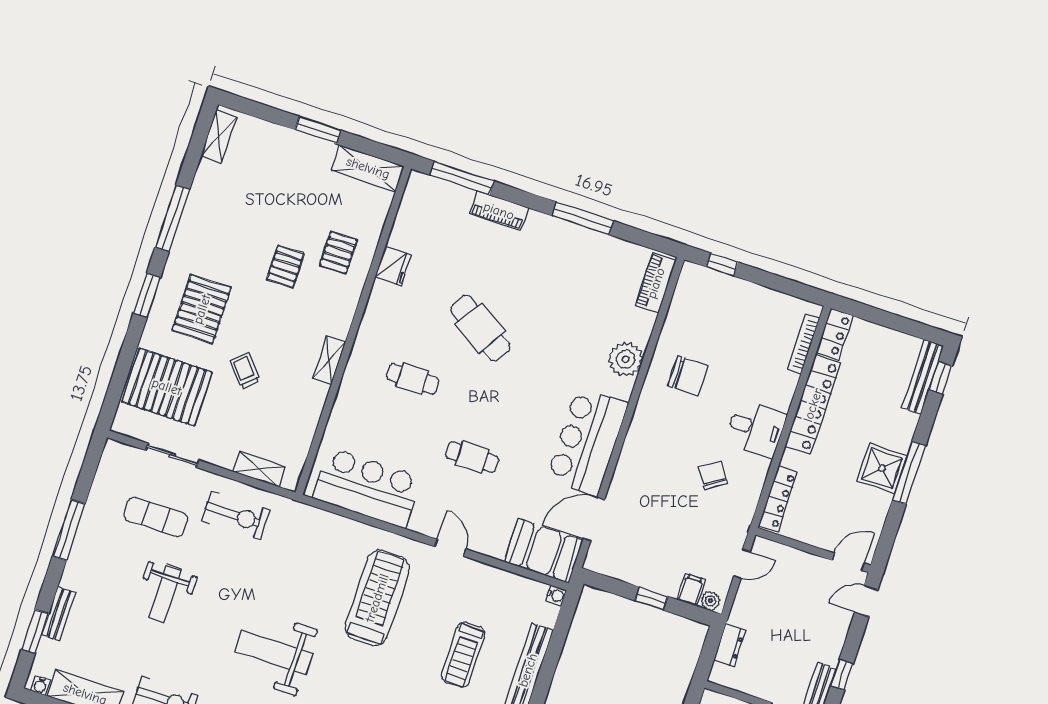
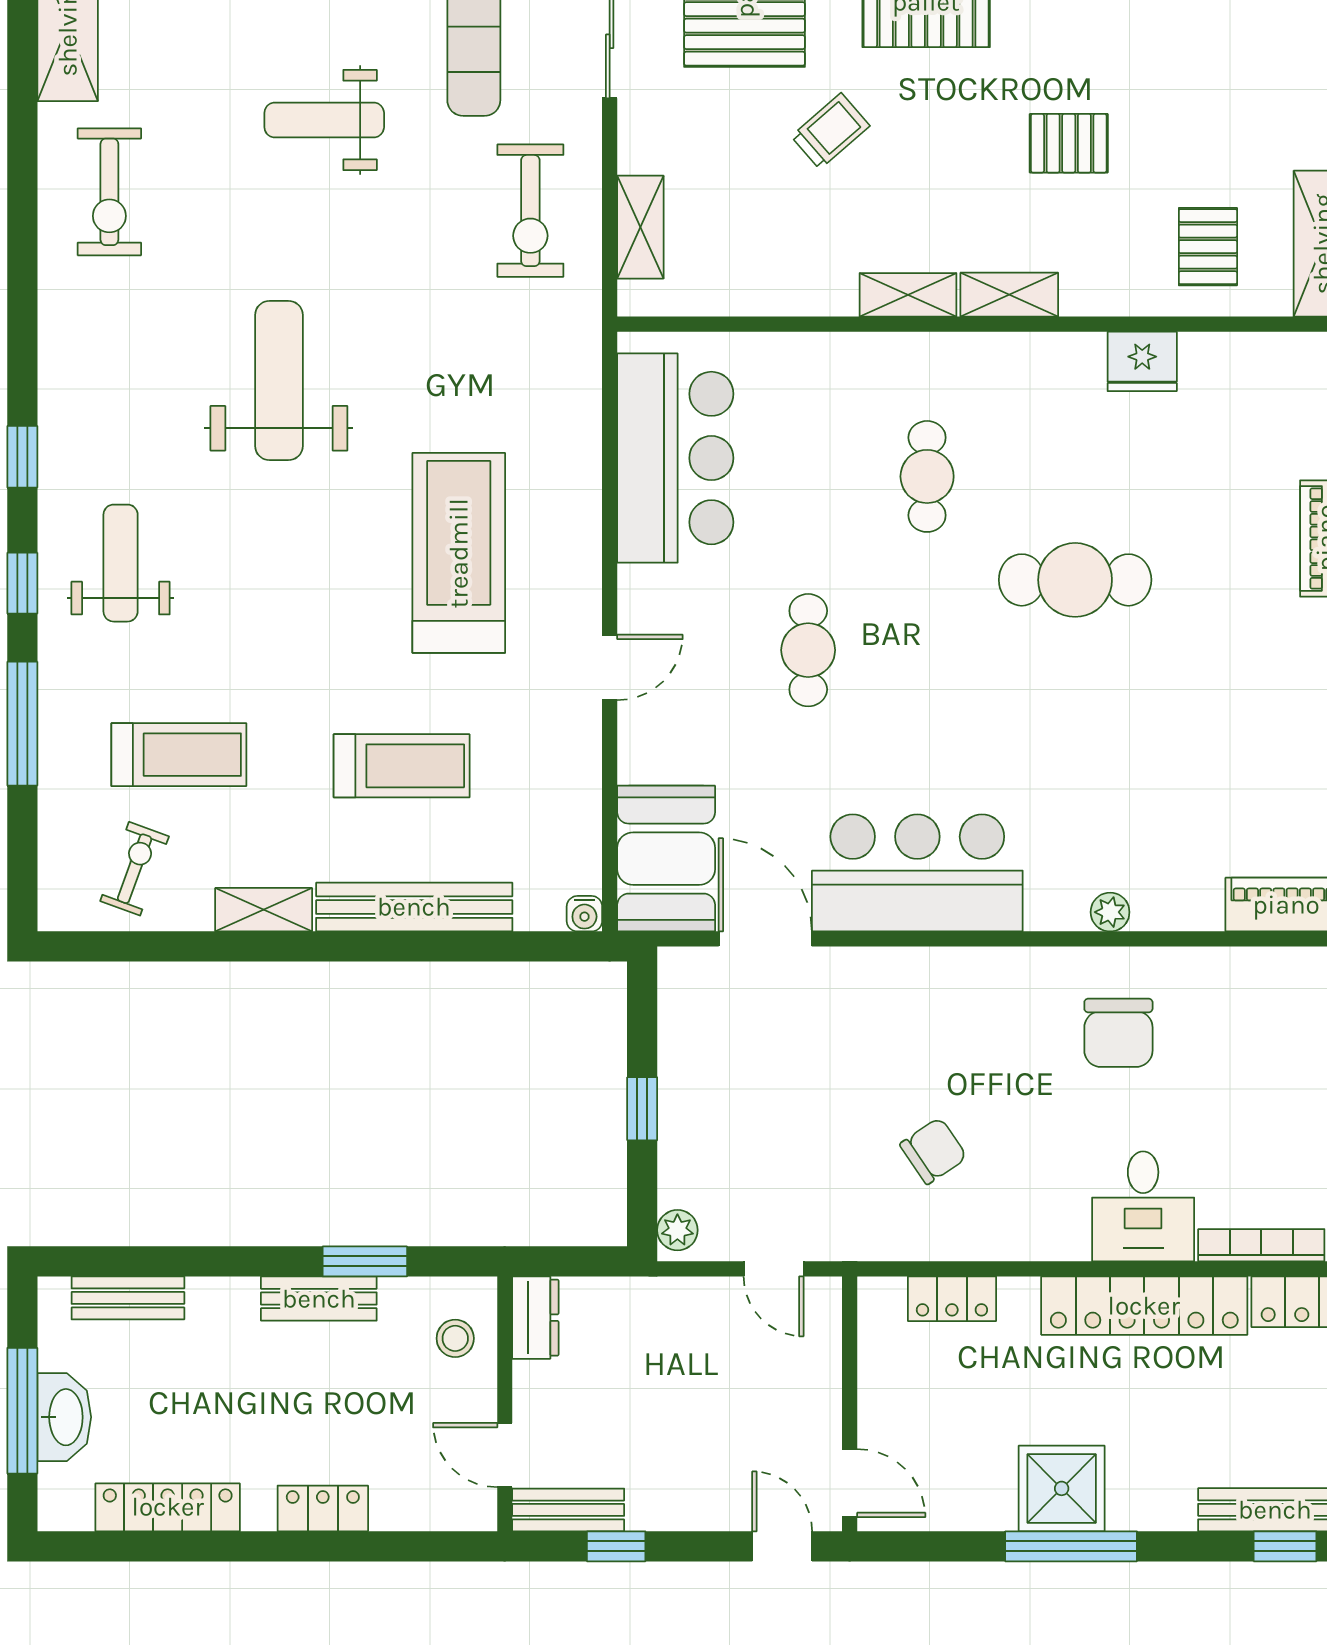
pallet: (338, 252) -> (1208, 247), moved, turned 90
shelving: (344, 315) -> (1009, 295), added
cafe table: (480, 328) -> (1075, 580), turned 58
plant: (625, 359) -> (1110, 912), width x0.53, depth x0.53
desk: (756, 428) -> (1143, 1206), moved
locker: (778, 499) -> (952, 1299), width x0.66
filing cabinet: (691, 590) -> (687, 1184), removed
treadmill: (377, 598) -> (459, 553), turned -90
dresser: (730, 645) -> (535, 1318), moved, turned -90
treadmill: (463, 655) -> (402, 766), turned 180

